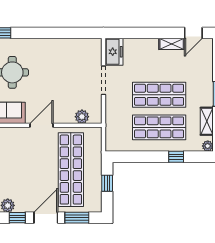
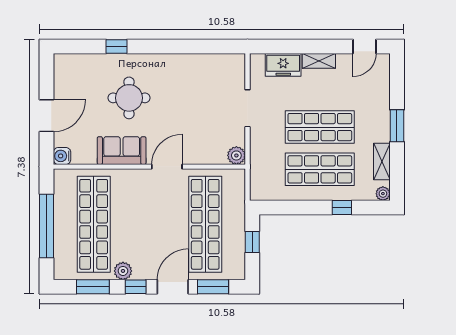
shelving: (172, 44) -> (319, 61), moved
freezer: (114, 52) -> (283, 65), moved, turned 90
plant: (82, 117) -> (236, 155), moved

